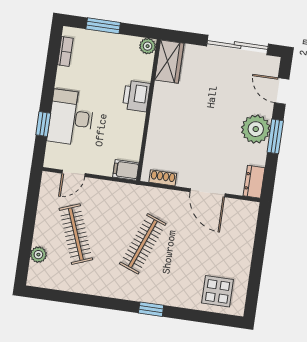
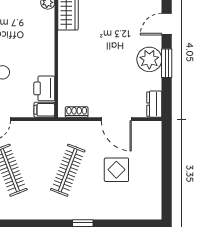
door: (282, 91) -> (167, 24), hinge flipped
printer: (136, 96) -> (44, 88), moved
display table: (218, 291) -> (116, 170), moved

